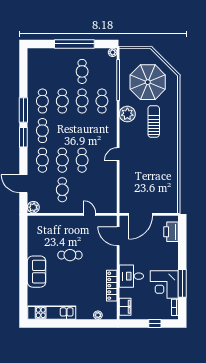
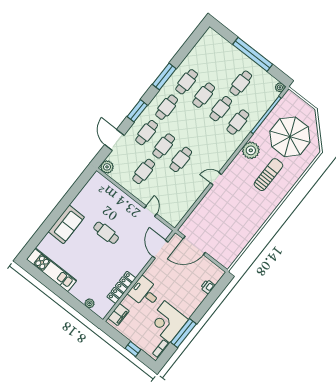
window: (23, 137) -> (137, 111), moved
printer: (171, 232) -> (208, 287), width x0.53, depth x0.68

